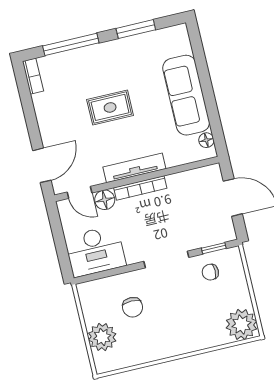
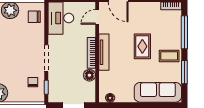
coffee table: (115, 60) -> (169, 56), added
sofa: (186, 95) -> (158, 92), moved
floor lamp: (105, 200) -> (89, 75), moved
chair: (133, 307) -> (34, 17), moved

